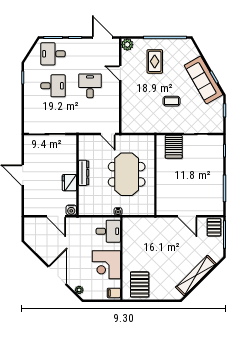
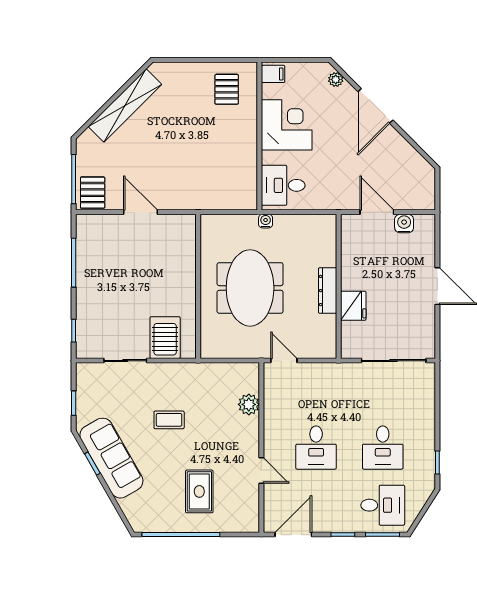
door: (103, 38) -> (293, 535), swing flipped
plant: (127, 45) -> (249, 404), moved
desk: (53, 86) -> (383, 448), turned -90
fridge: (69, 183) -> (353, 306), moved
water cooler: (71, 210) -> (404, 224), moved
pallet: (140, 284) -> (227, 89), width x0.67, depth x0.71

